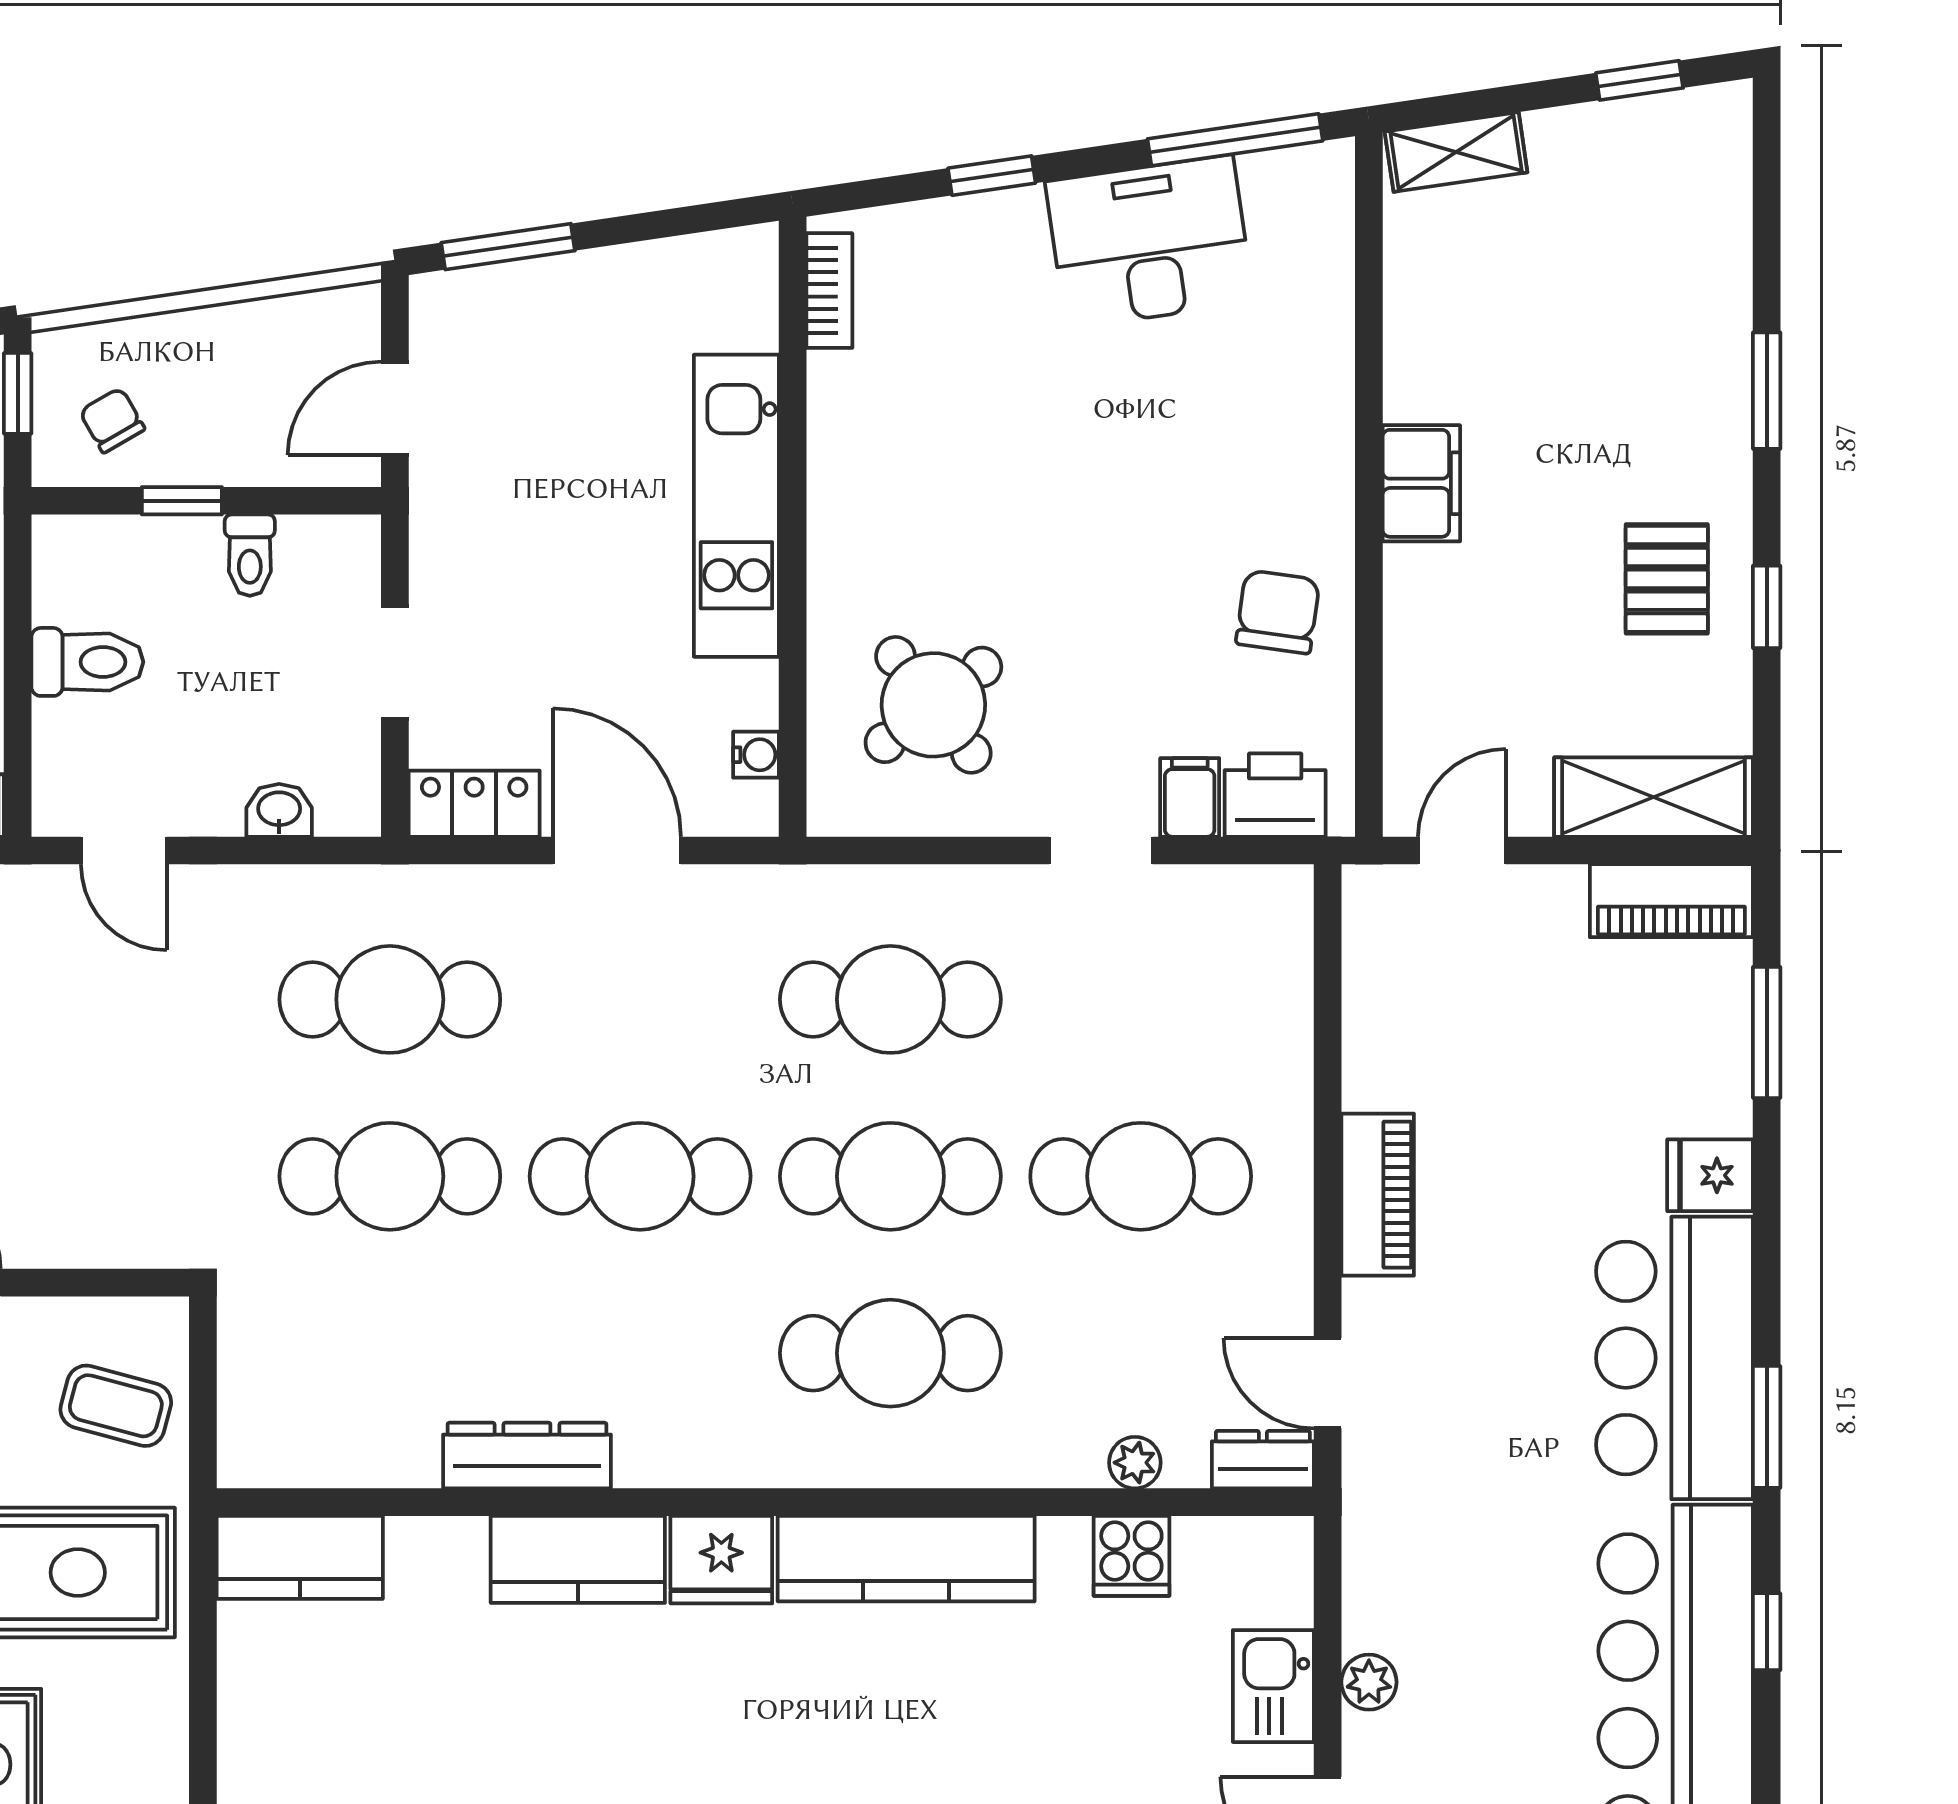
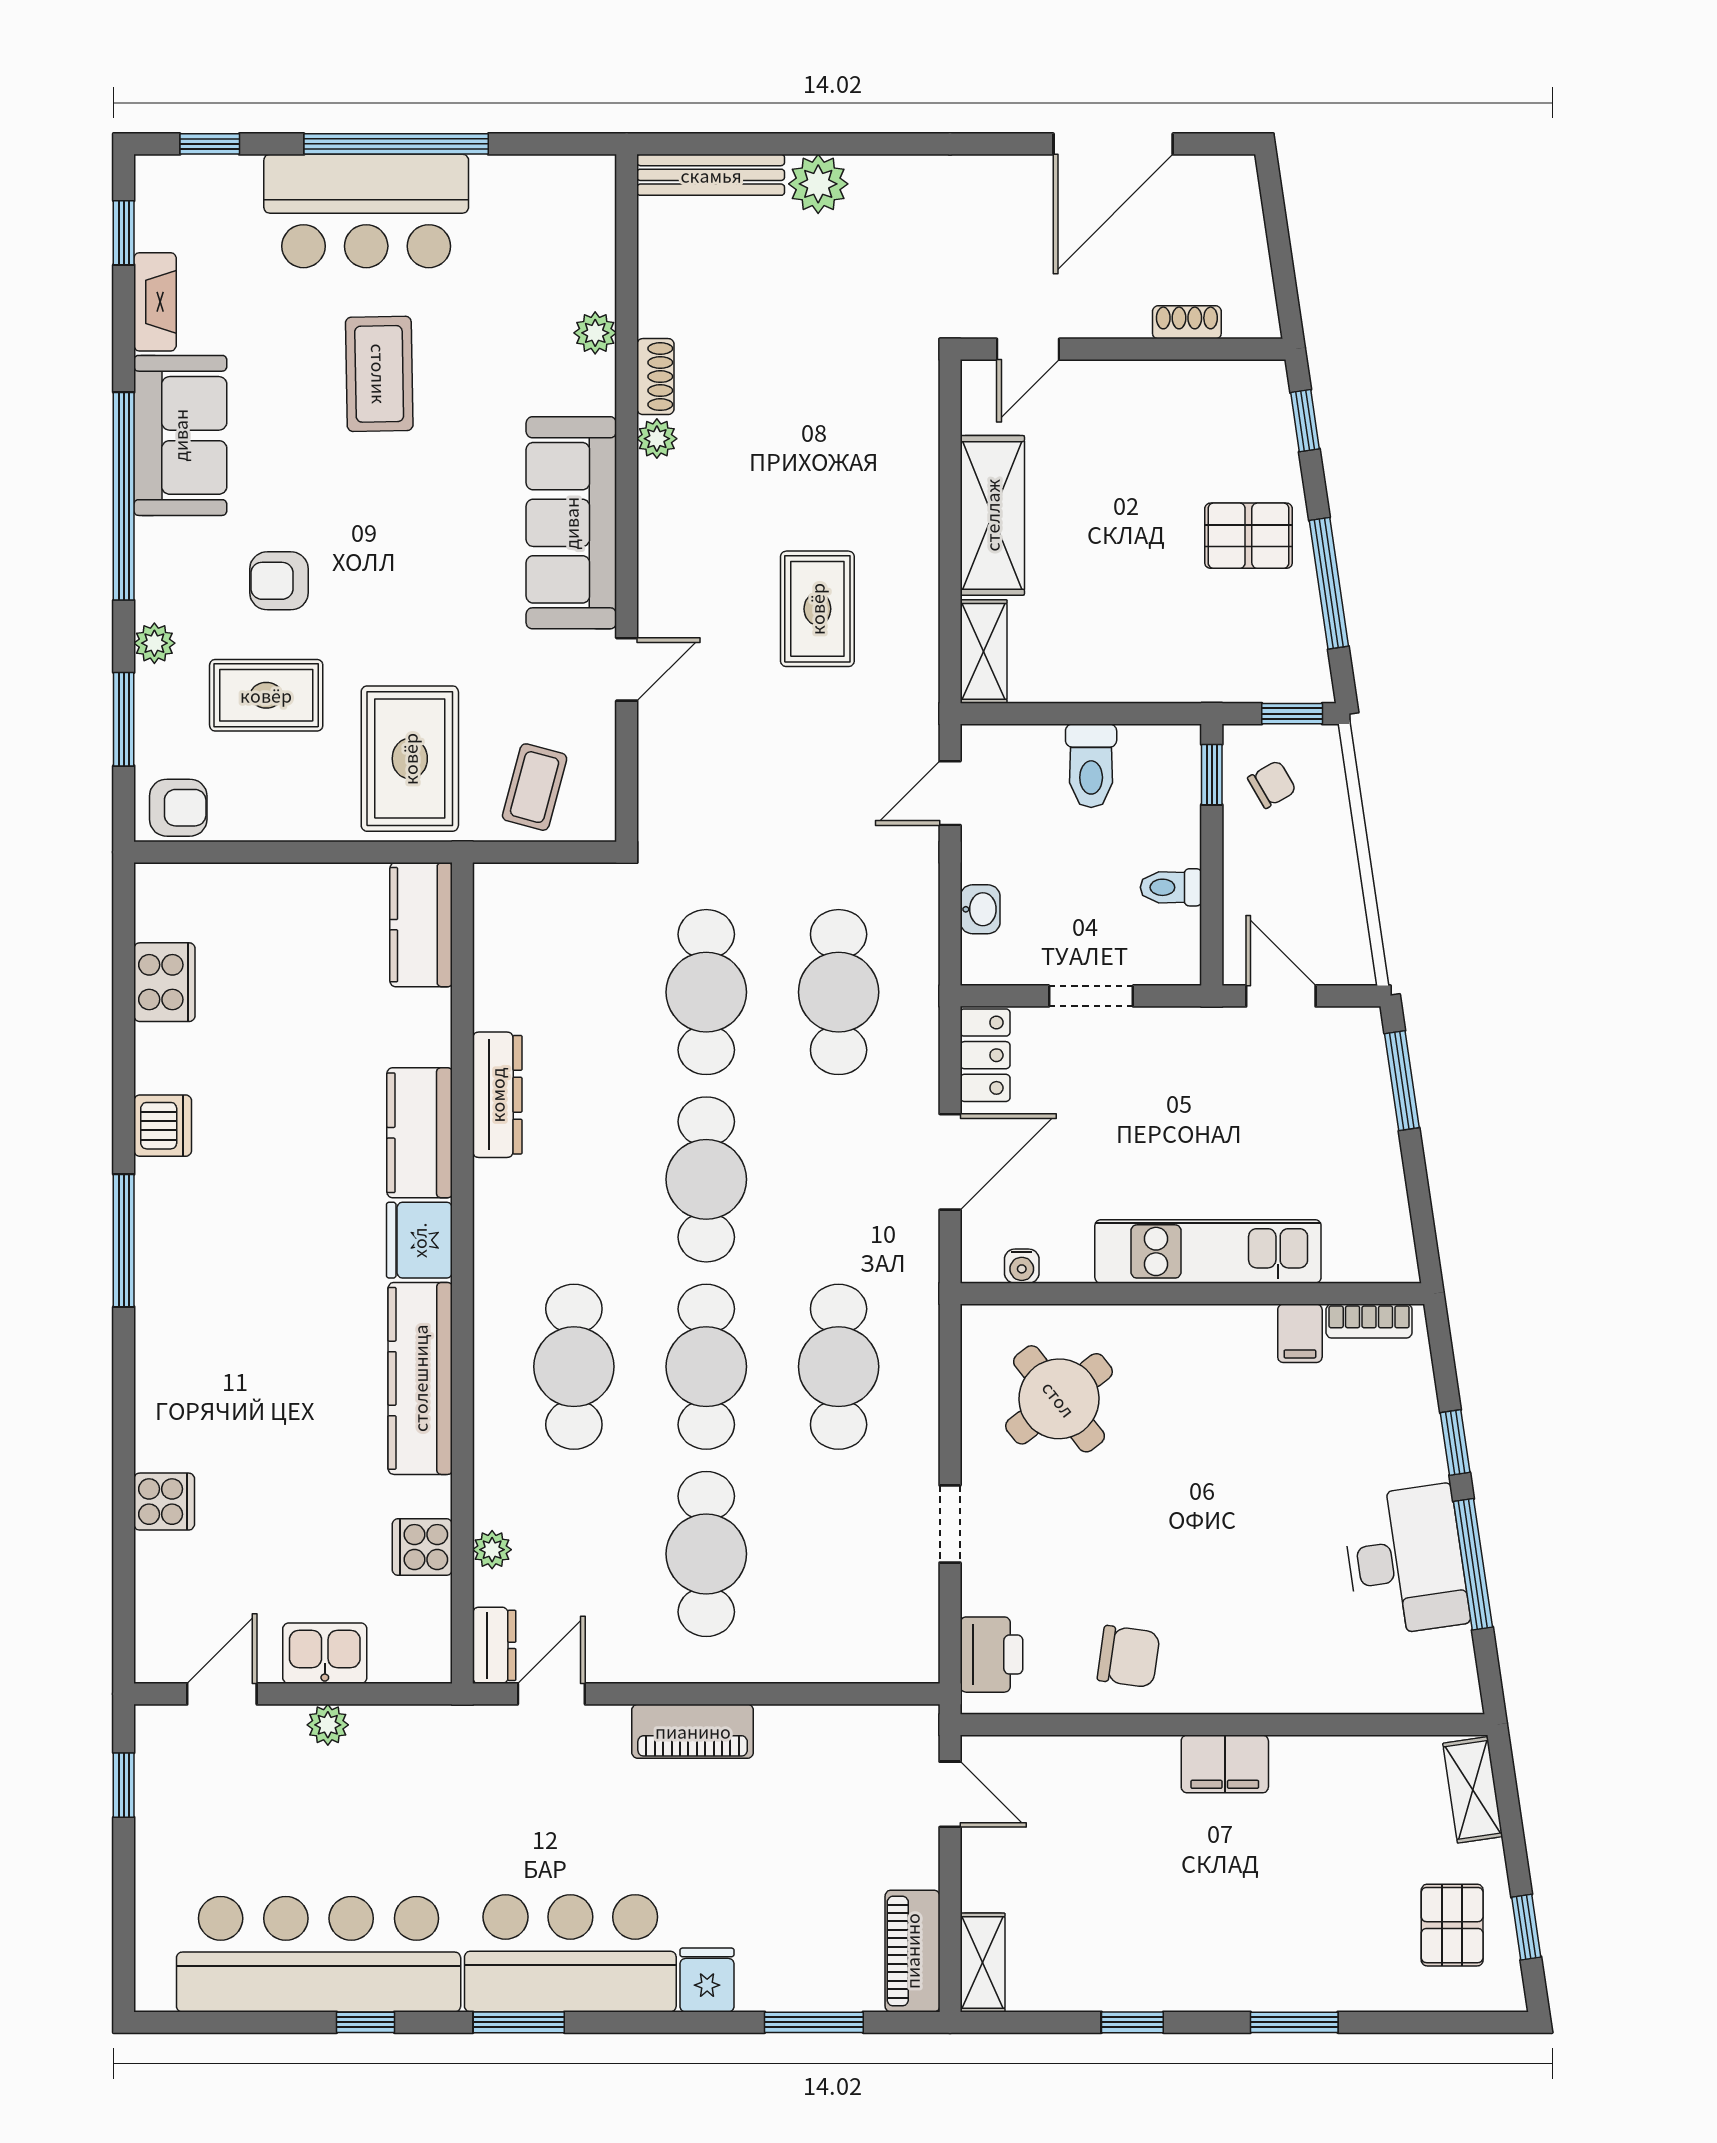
window: (1235, 140) -> (1473, 1564), moved
window: (182, 501) -> (1212, 775), moved
pallet: (1667, 579) -> (1452, 1925), moved, turned 90
filing cabinet: (1190, 797) -> (1300, 1333), moved, turned 90
shelving: (1654, 797) -> (983, 1962), width x0.67, depth x0.75

